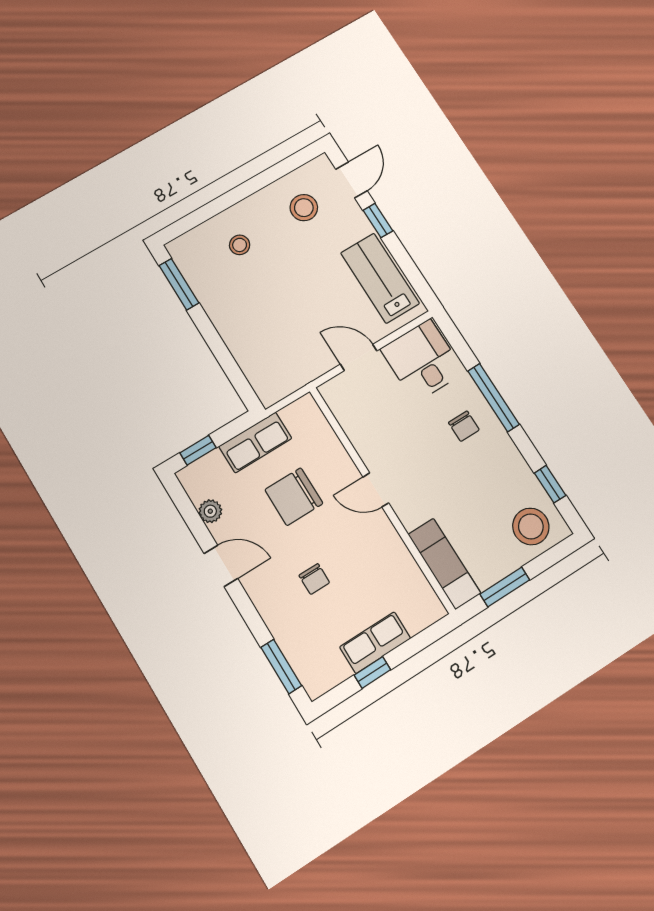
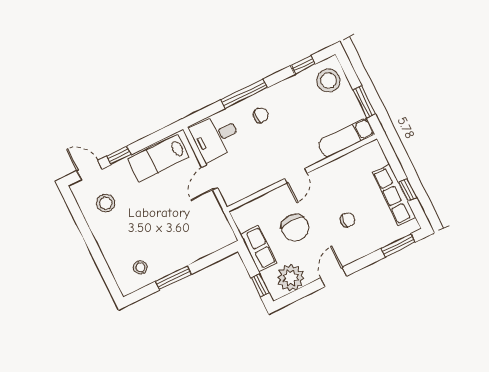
stool: (240, 245) -> (140, 267), moved
window: (179, 284) -> (173, 278), moved
plant: (210, 511) -> (291, 278), width x1.87, depth x1.87
row of seats: (375, 643) -> (394, 195), width x1.48

